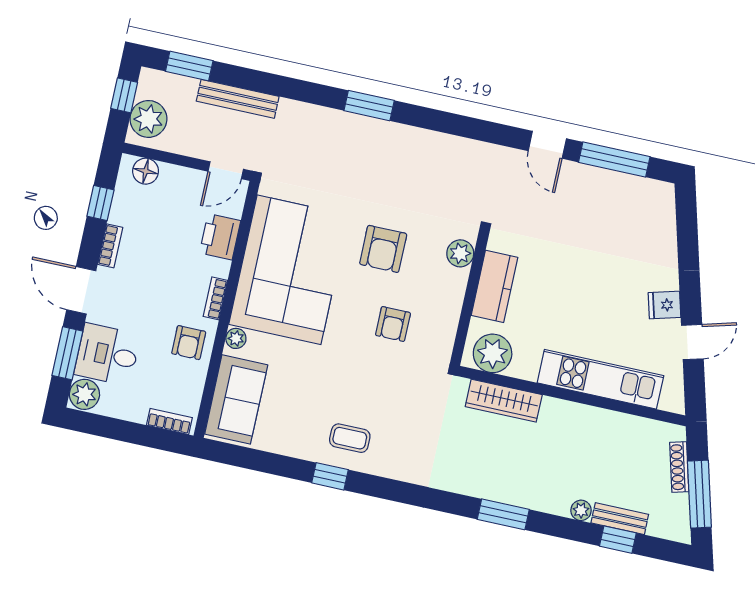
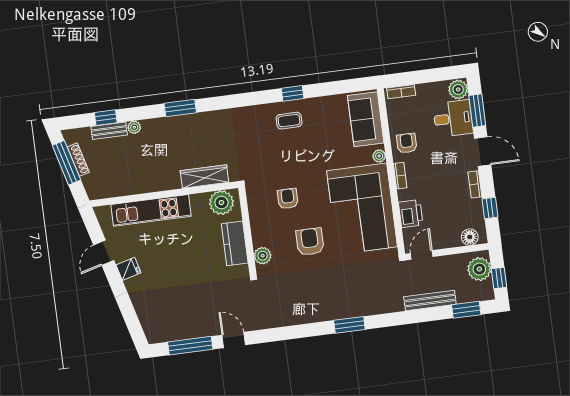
shoe rack: (679, 467) -> (78, 160), moved

